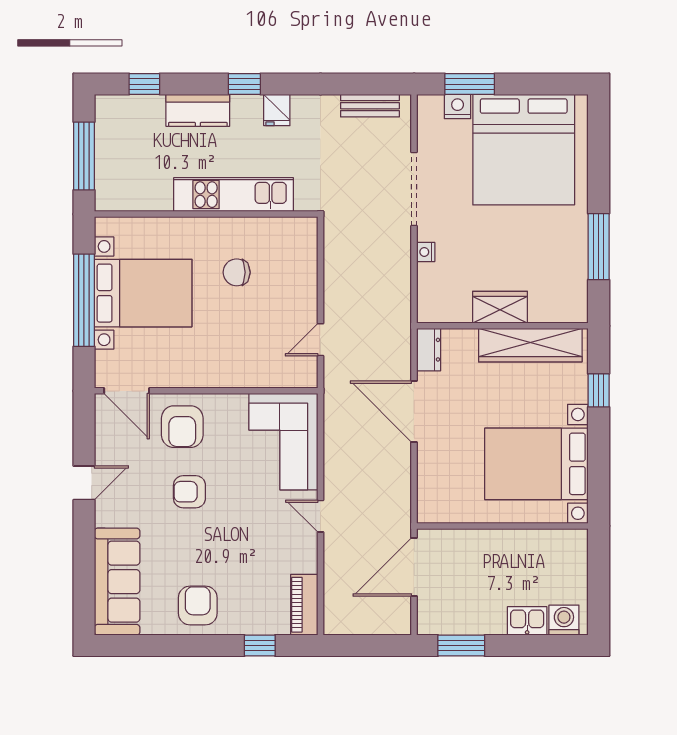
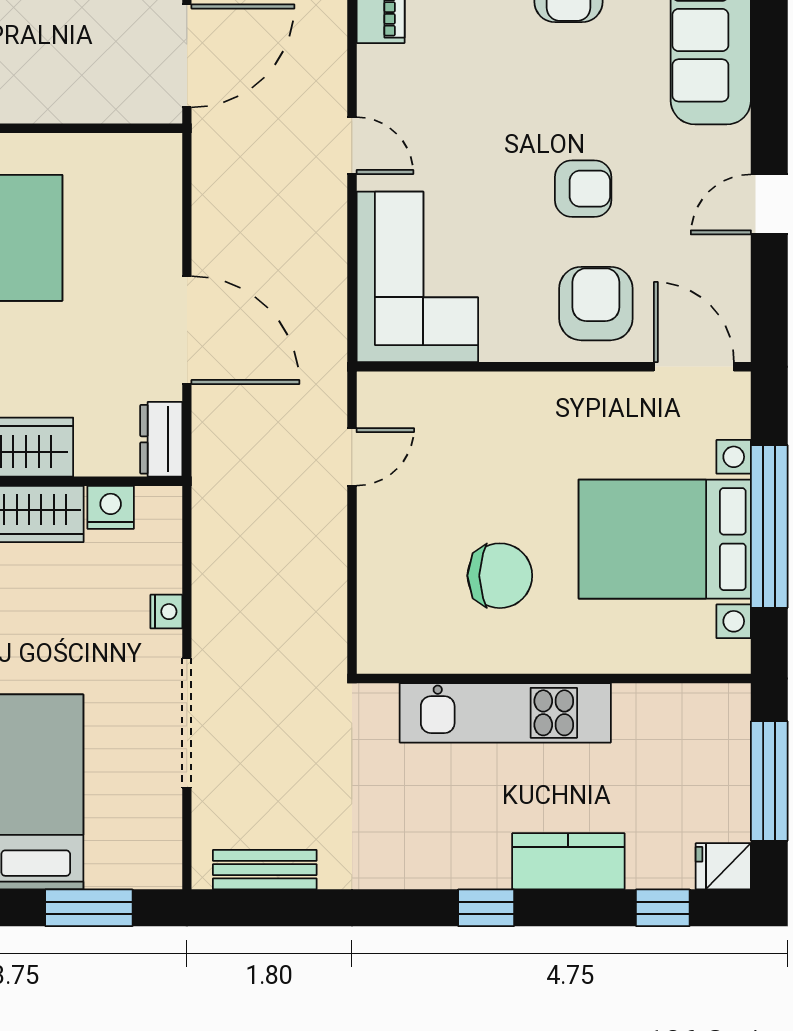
nightstand: (458, 107) -> (111, 507), moved, turned 180
fridge: (277, 110) -> (723, 866), moved, turned -90
chair: (237, 272) -> (500, 576), width x1.37, depth x1.37

